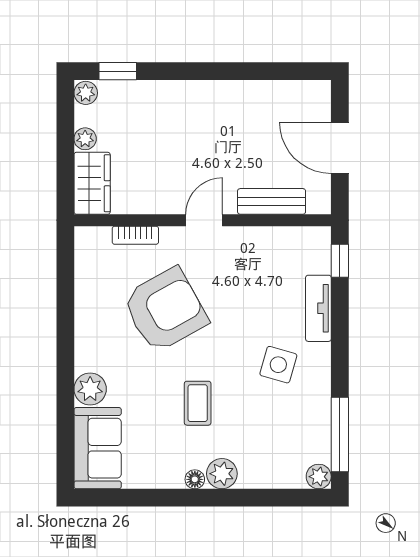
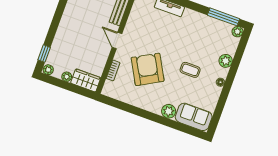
side table: (278, 365) -> (186, 32), removed
plant: (222, 474) -> (226, 61), moved

